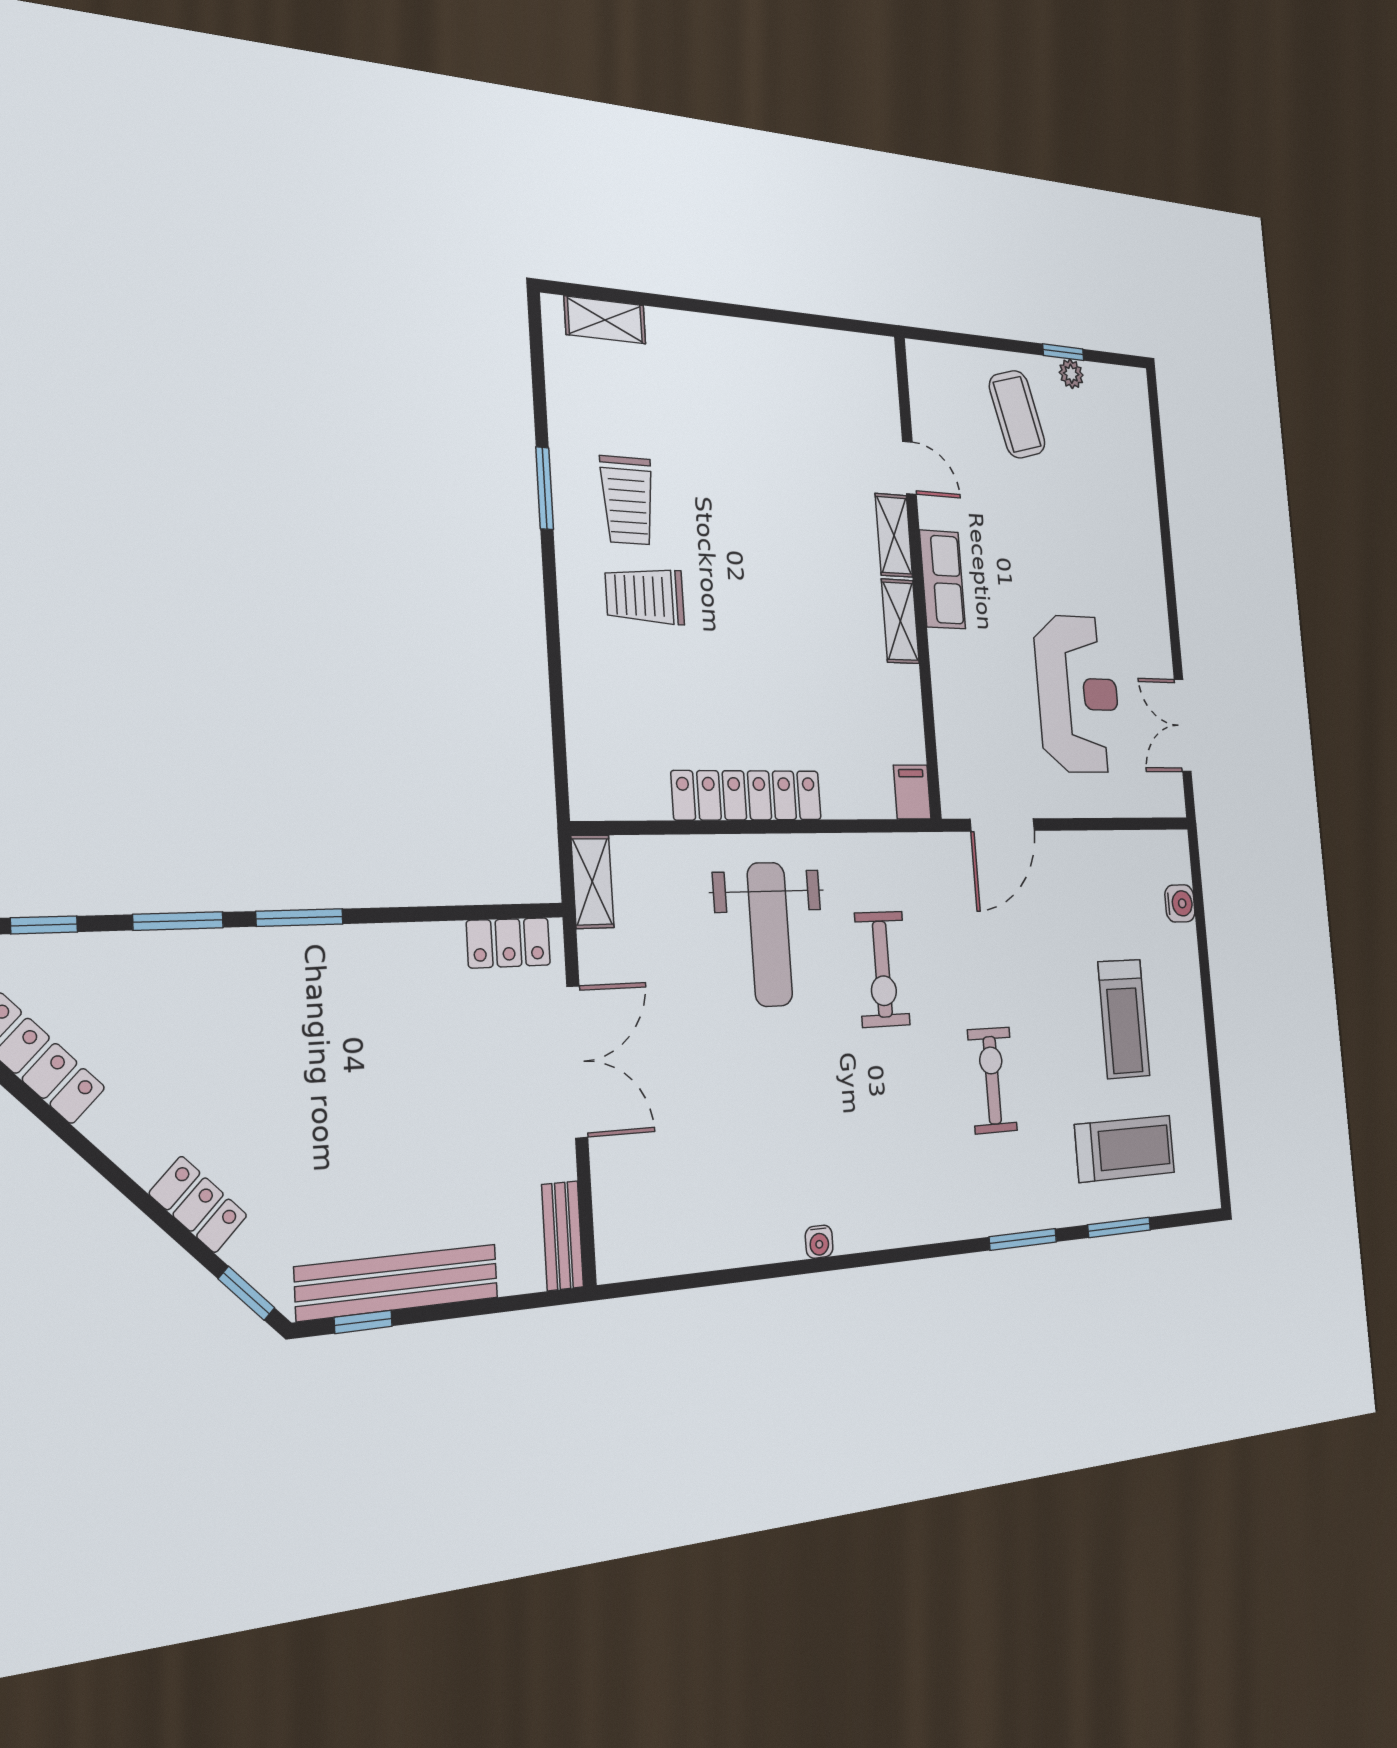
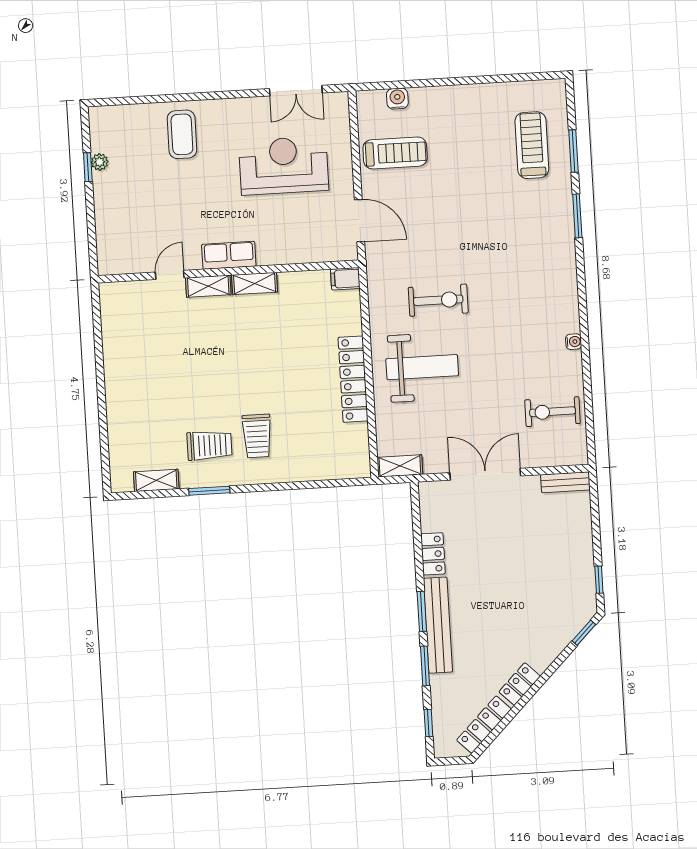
shelving: (605, 320) -> (156, 480), moved, turned 90
coffee table: (1017, 414) -> (182, 134), moved, turned -75
locker: (508, 943) -> (433, 554), moved
treadmill: (1124, 1019) -> (395, 153), moved
exercise bike: (992, 1080) -> (553, 412), moved
locker: (198, 1204) -> (520, 684), moved
bench: (398, 1282) -> (438, 625), moved

